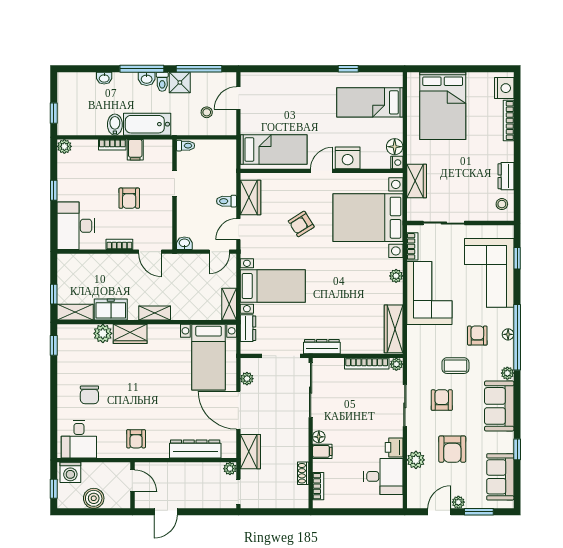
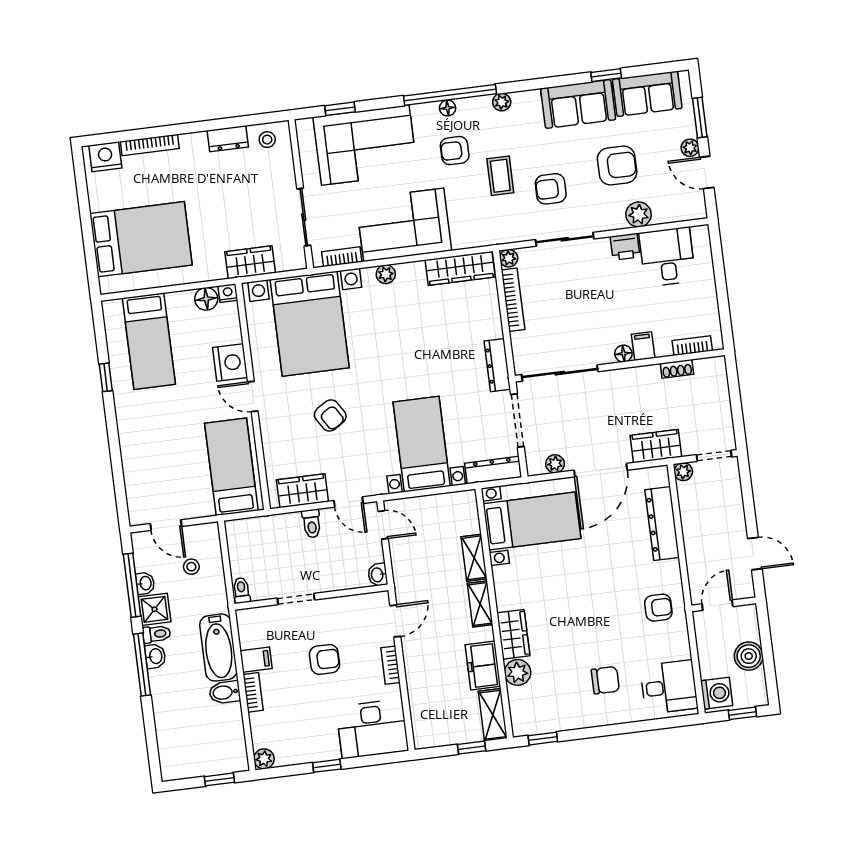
washbasin: (104, 78) -> (145, 583), moved
shelving: (229, 304) -> (474, 558), moved, turned 90
dresser: (248, 328) -> (493, 470), width x1.44
sofa: (499, 406) -> (578, 104), moved

